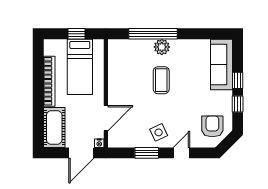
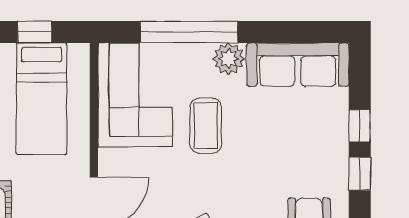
plant: (162, 47) -> (229, 59), moved
sofa: (221, 64) -> (298, 65), moved, turned -90
corner sofa: (126, 65) -> (135, 95), added

